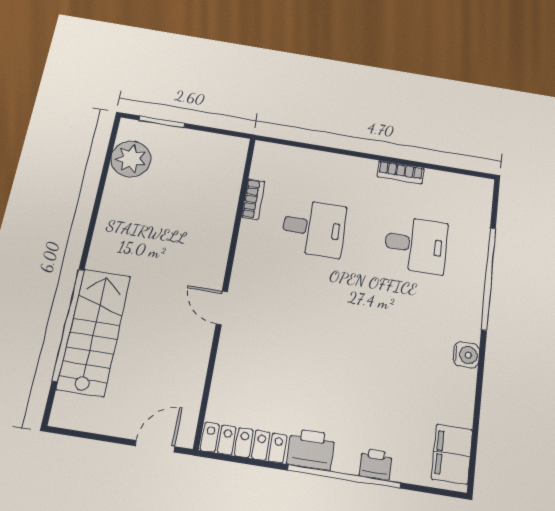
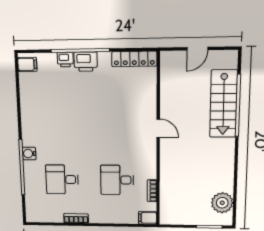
filing cabinet: (270, 153) -> (148, 218), added
water cooler: (466, 355) -> (29, 154), moved
door: (155, 446) -> (197, 49), moved
printer: (311, 449) -> (86, 62), moved
filing cabinet: (452, 454) -> (27, 64), width x0.50

